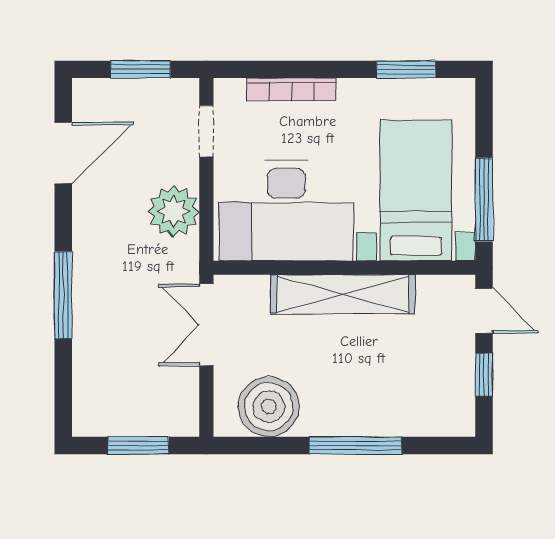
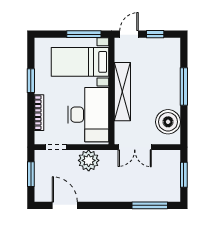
window: (406, 69) -> (31, 81), moved
window: (63, 295) -> (150, 205), moved

